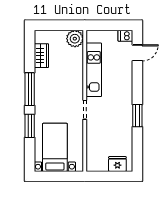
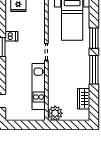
dishwasher: (125, 36) -> (11, 36), moved

